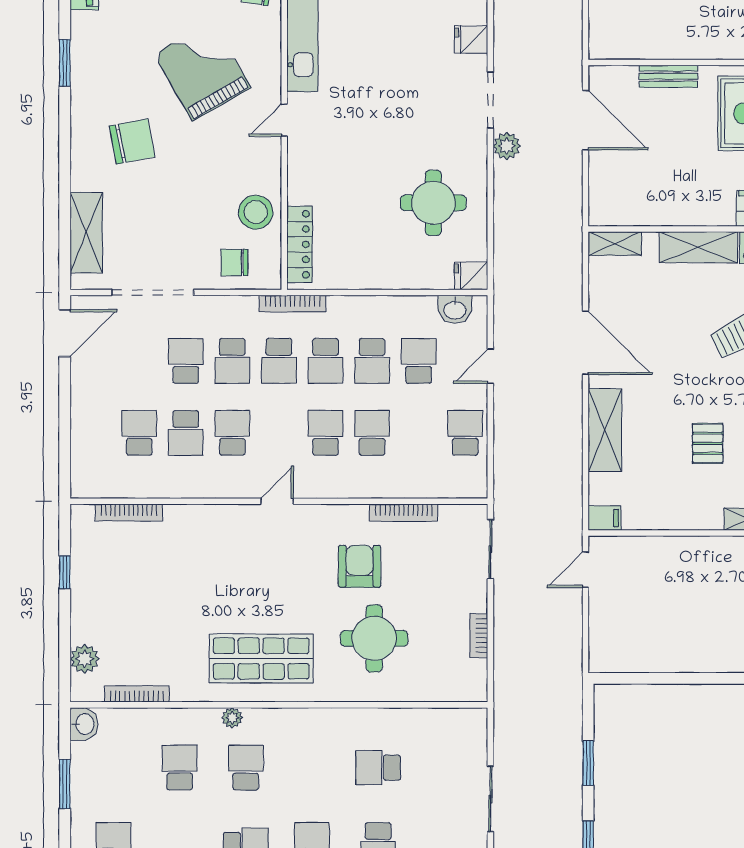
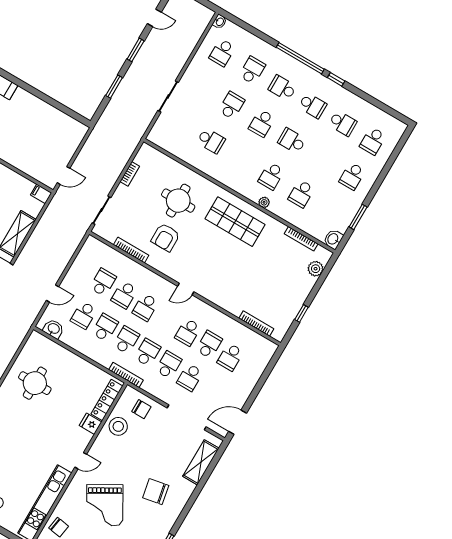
fridge: (471, 276) -> (91, 424), moved, turned 180
school desk: (465, 433) -> (103, 282), moved, turned 180

